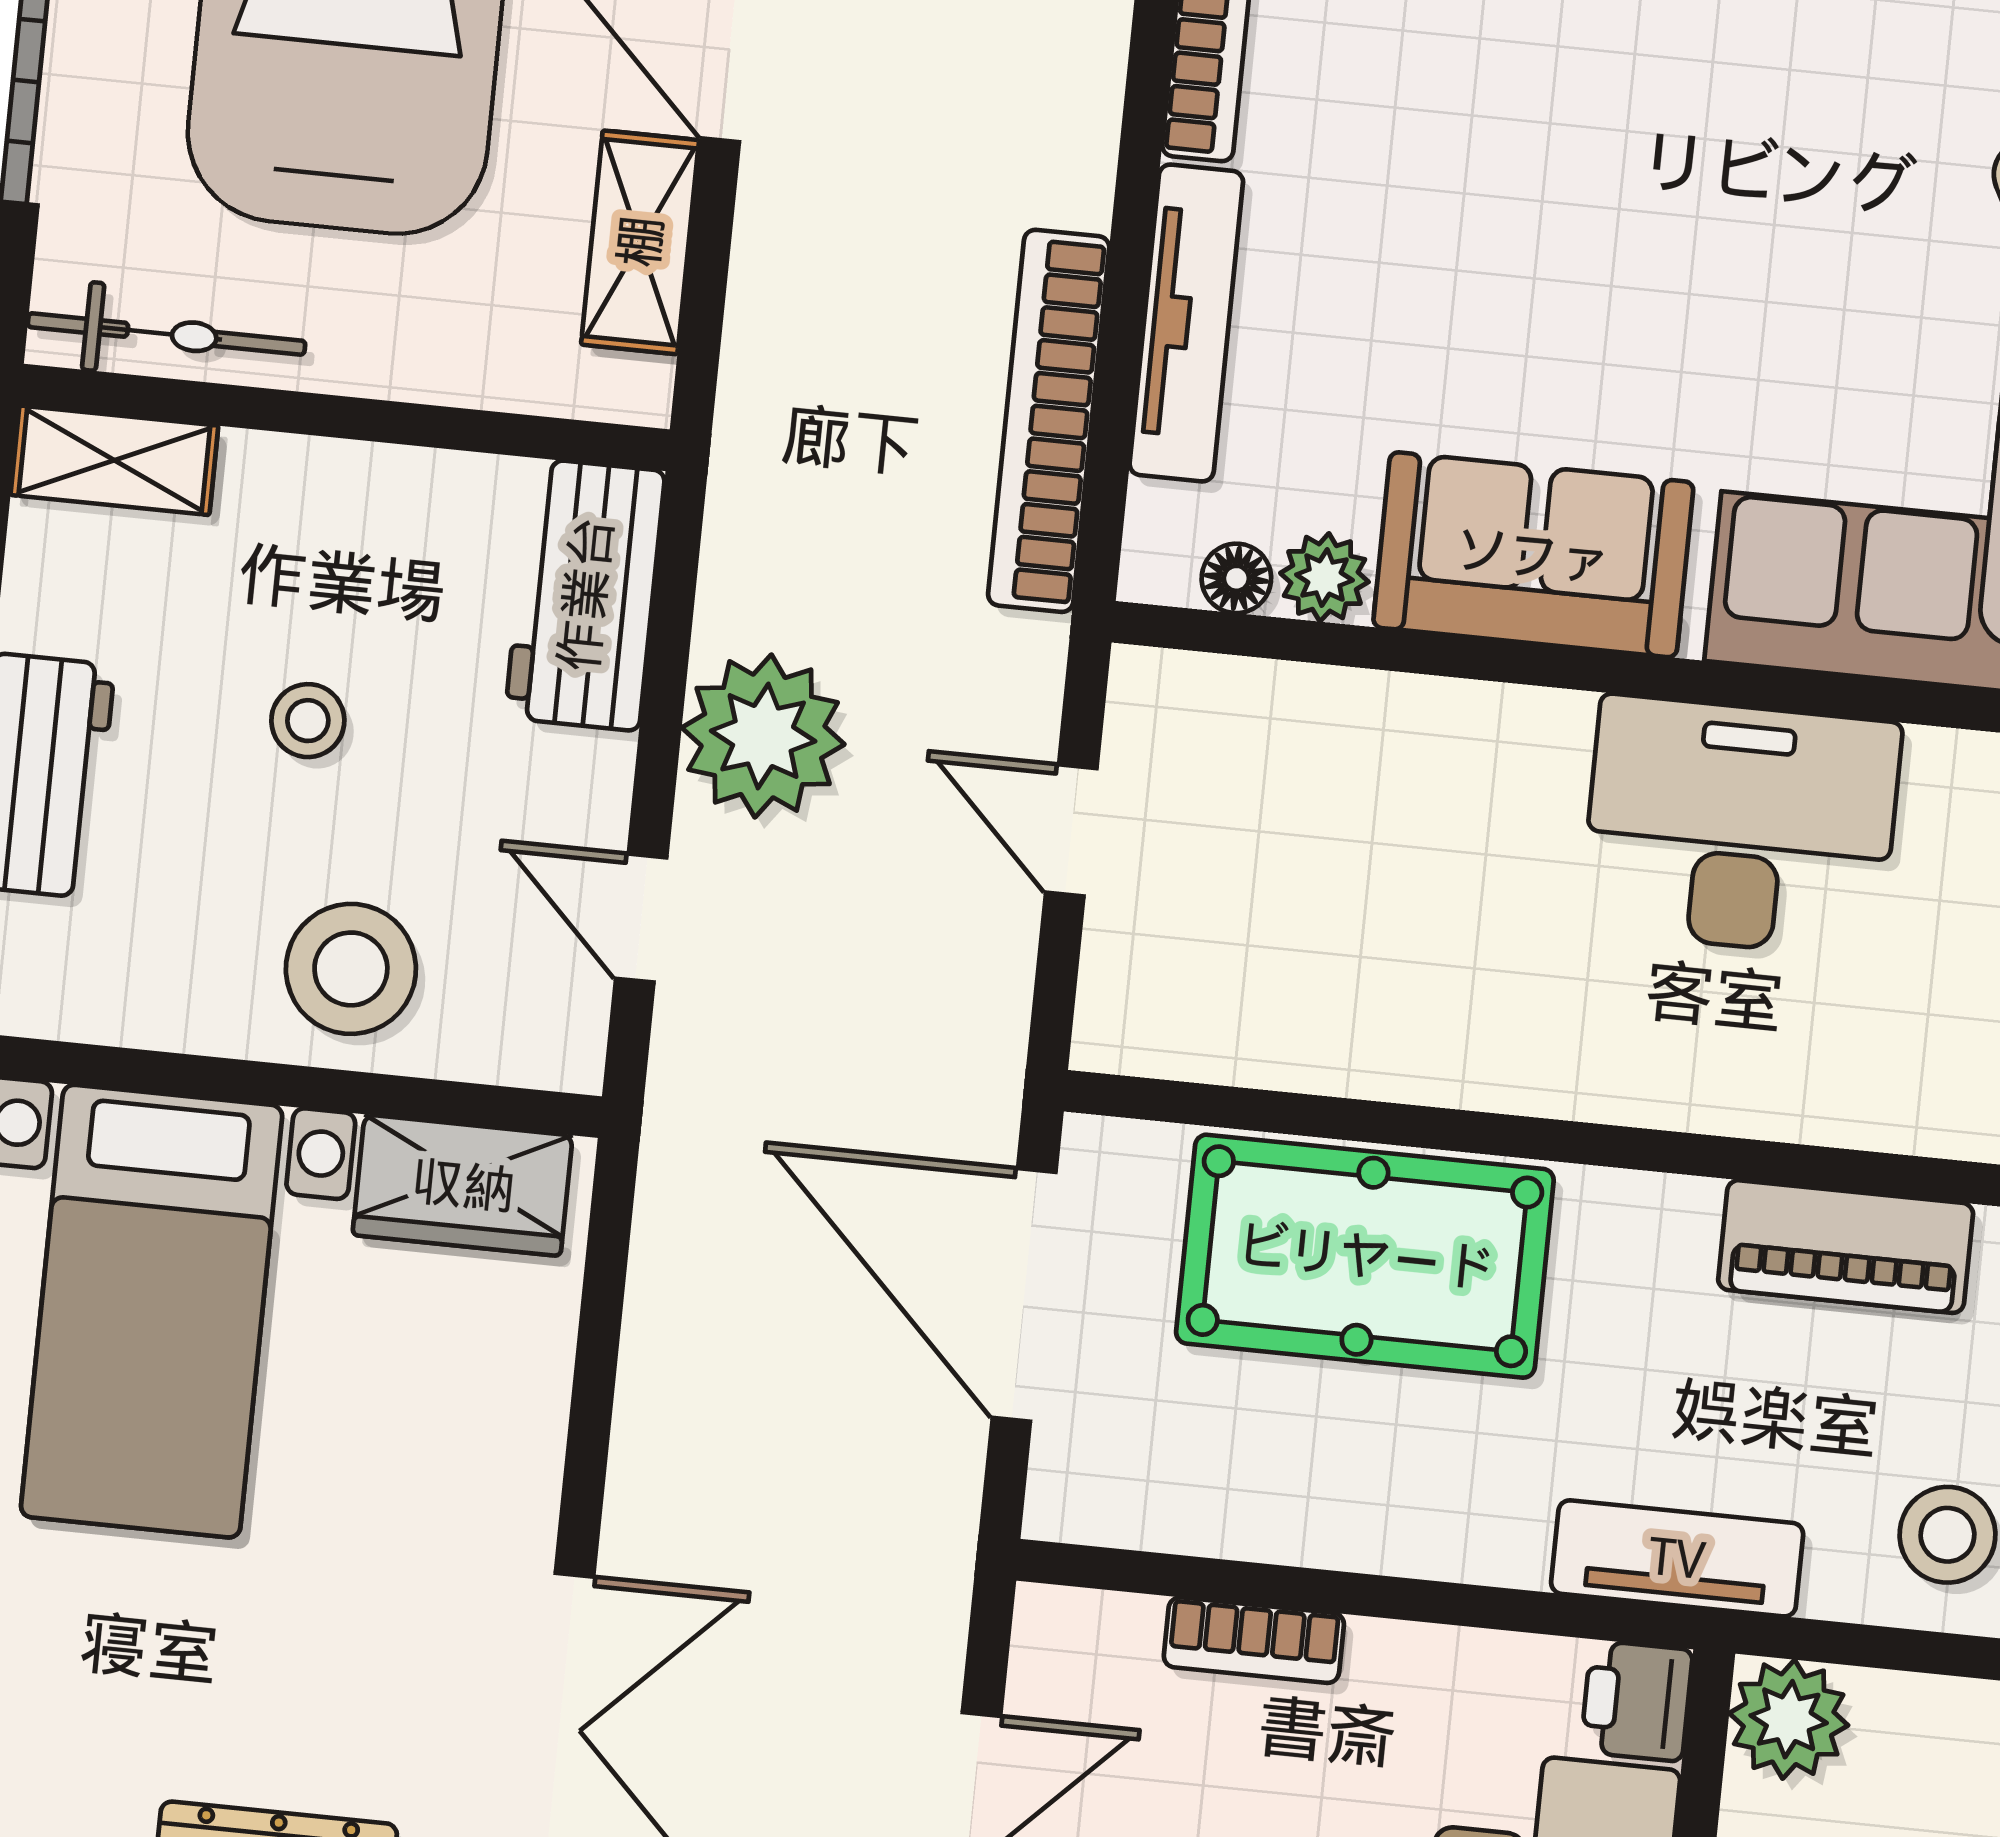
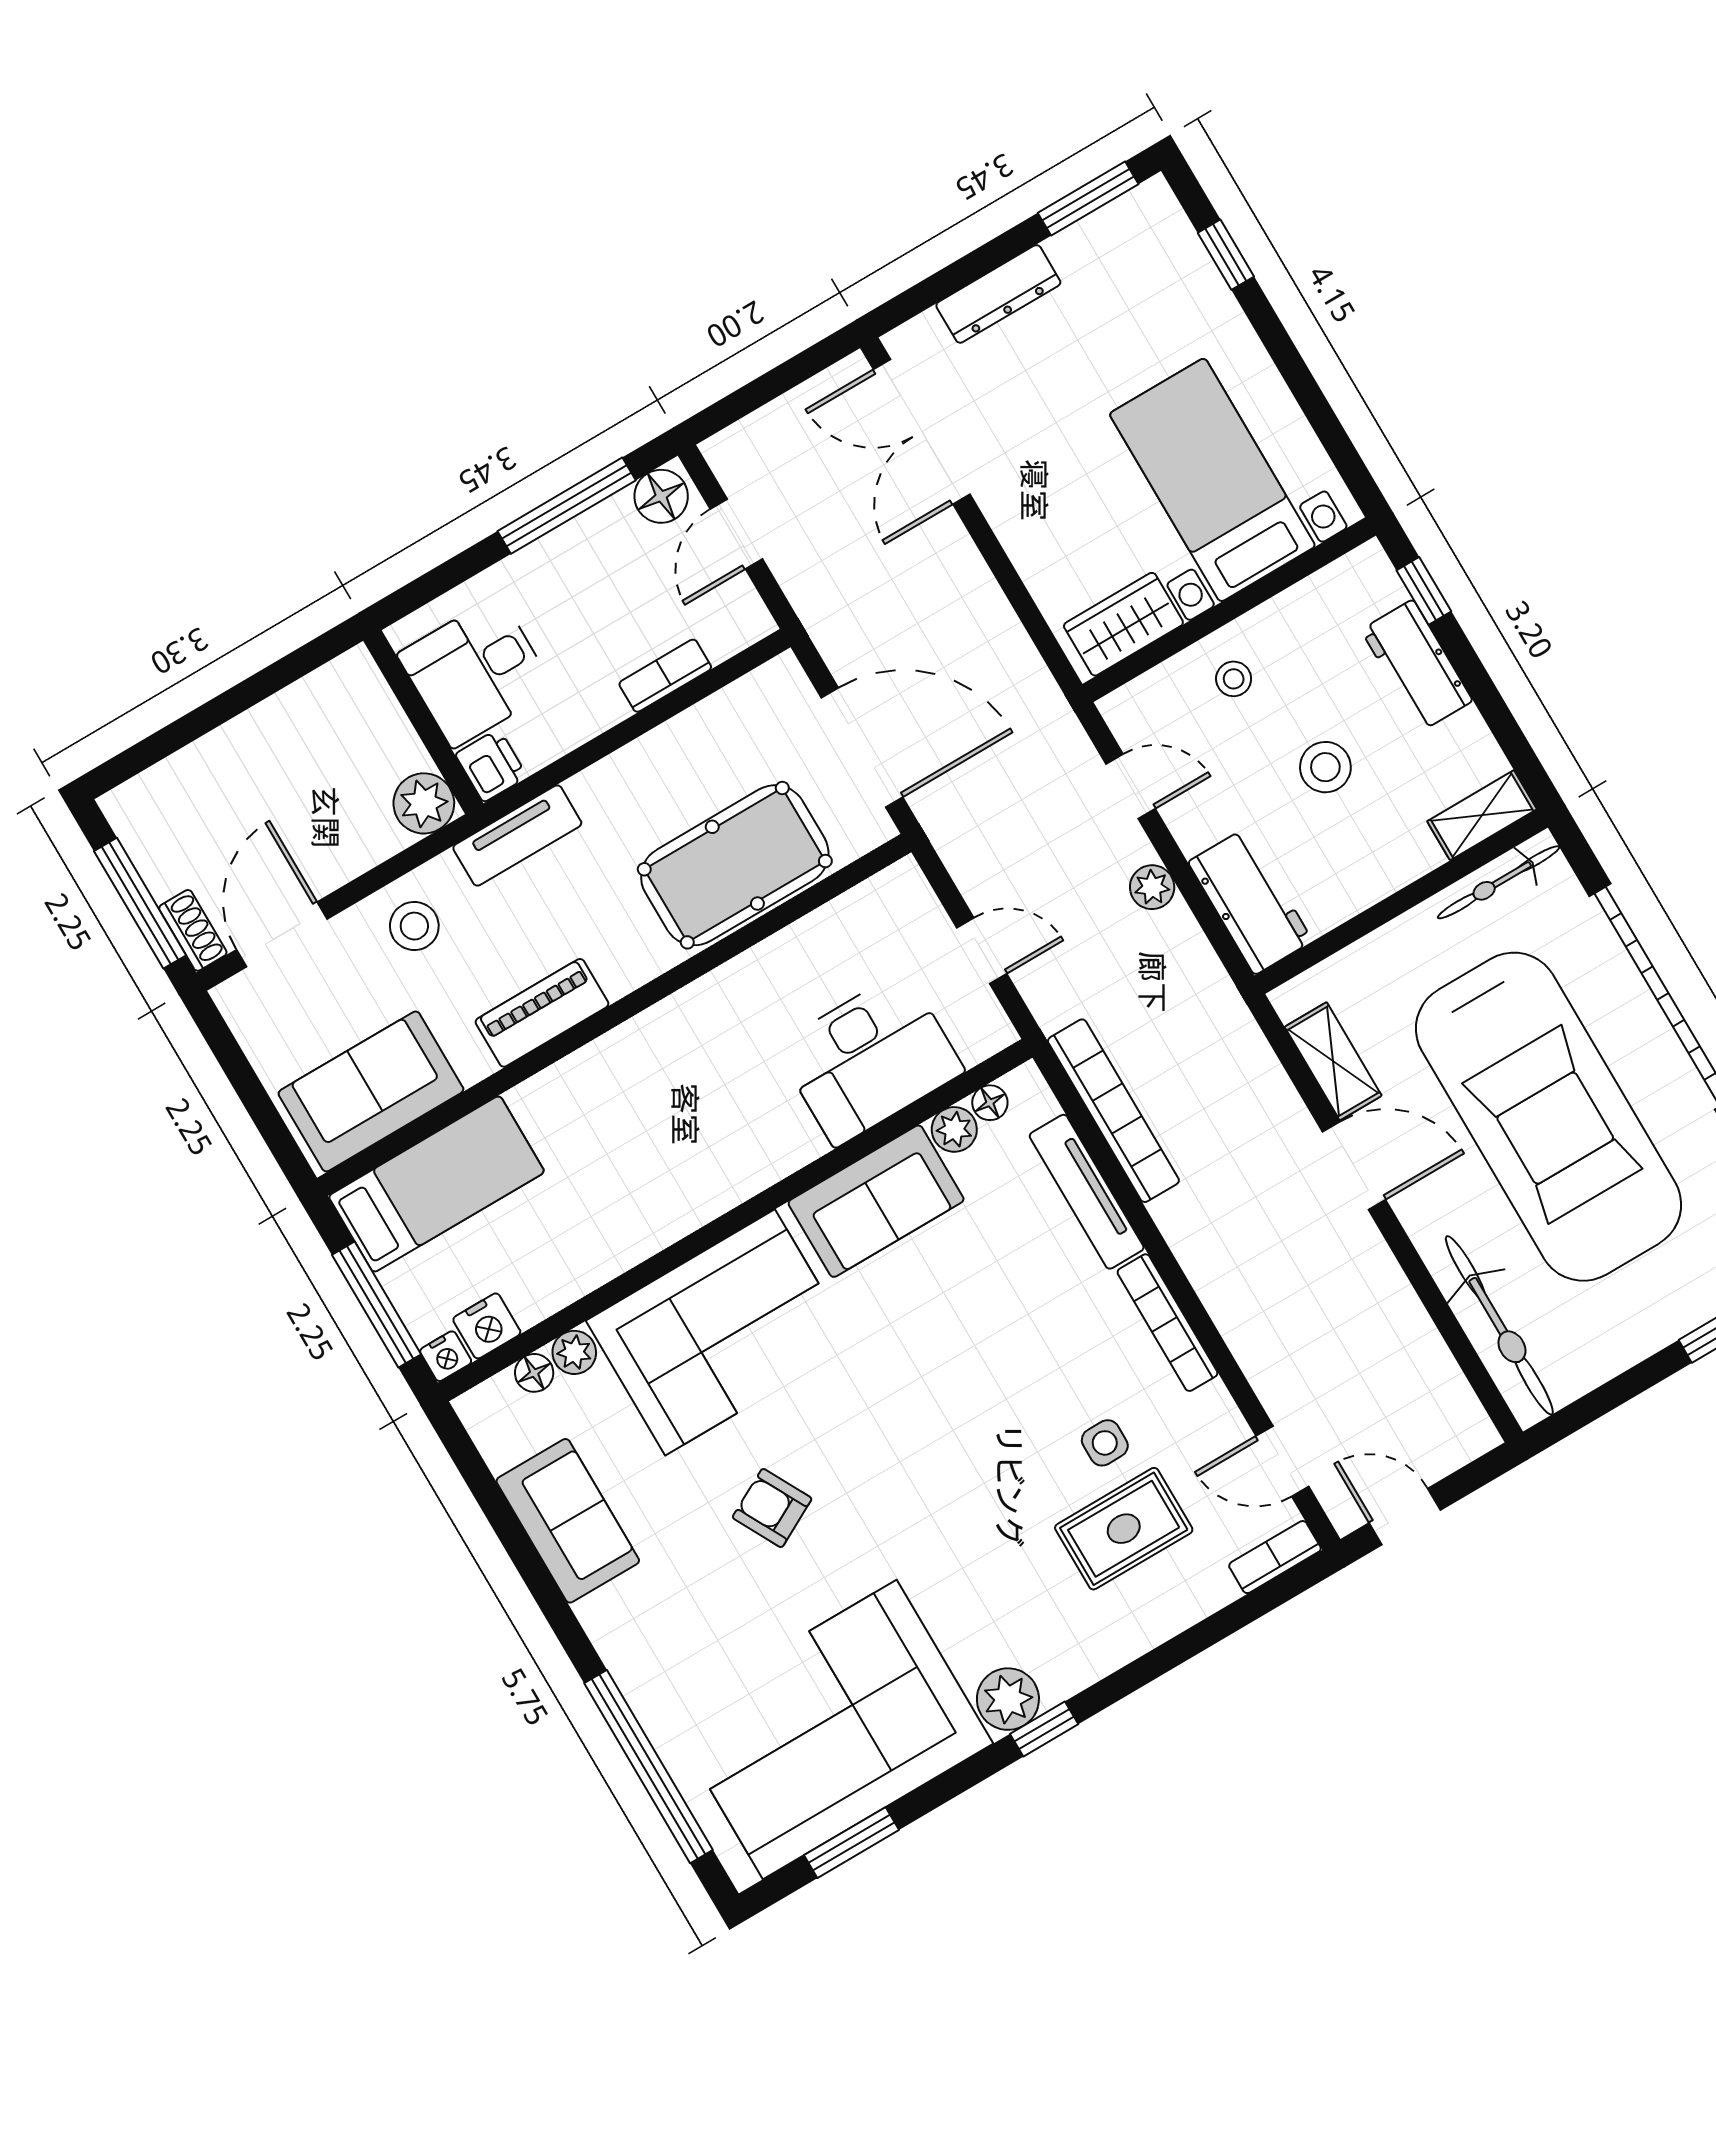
stool: (308, 721) -> (1325, 767), width x1.37, depth x1.37
plant: (763, 736) -> (1152, 887), width x0.53, depth x0.53
desk: (1740, 827) -> (870, 1059), moved
stool: (351, 969) -> (1234, 679), width x0.53, depth x0.53

